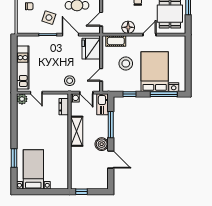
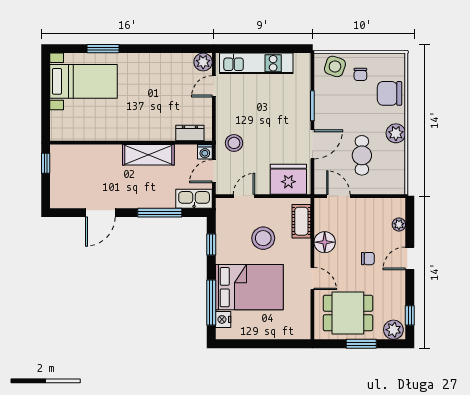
side table: (49, 18) -> (335, 66), moved
door: (101, 75) -> (244, 196), hinge flipped
boiler: (102, 144) -> (126, 197), removed

